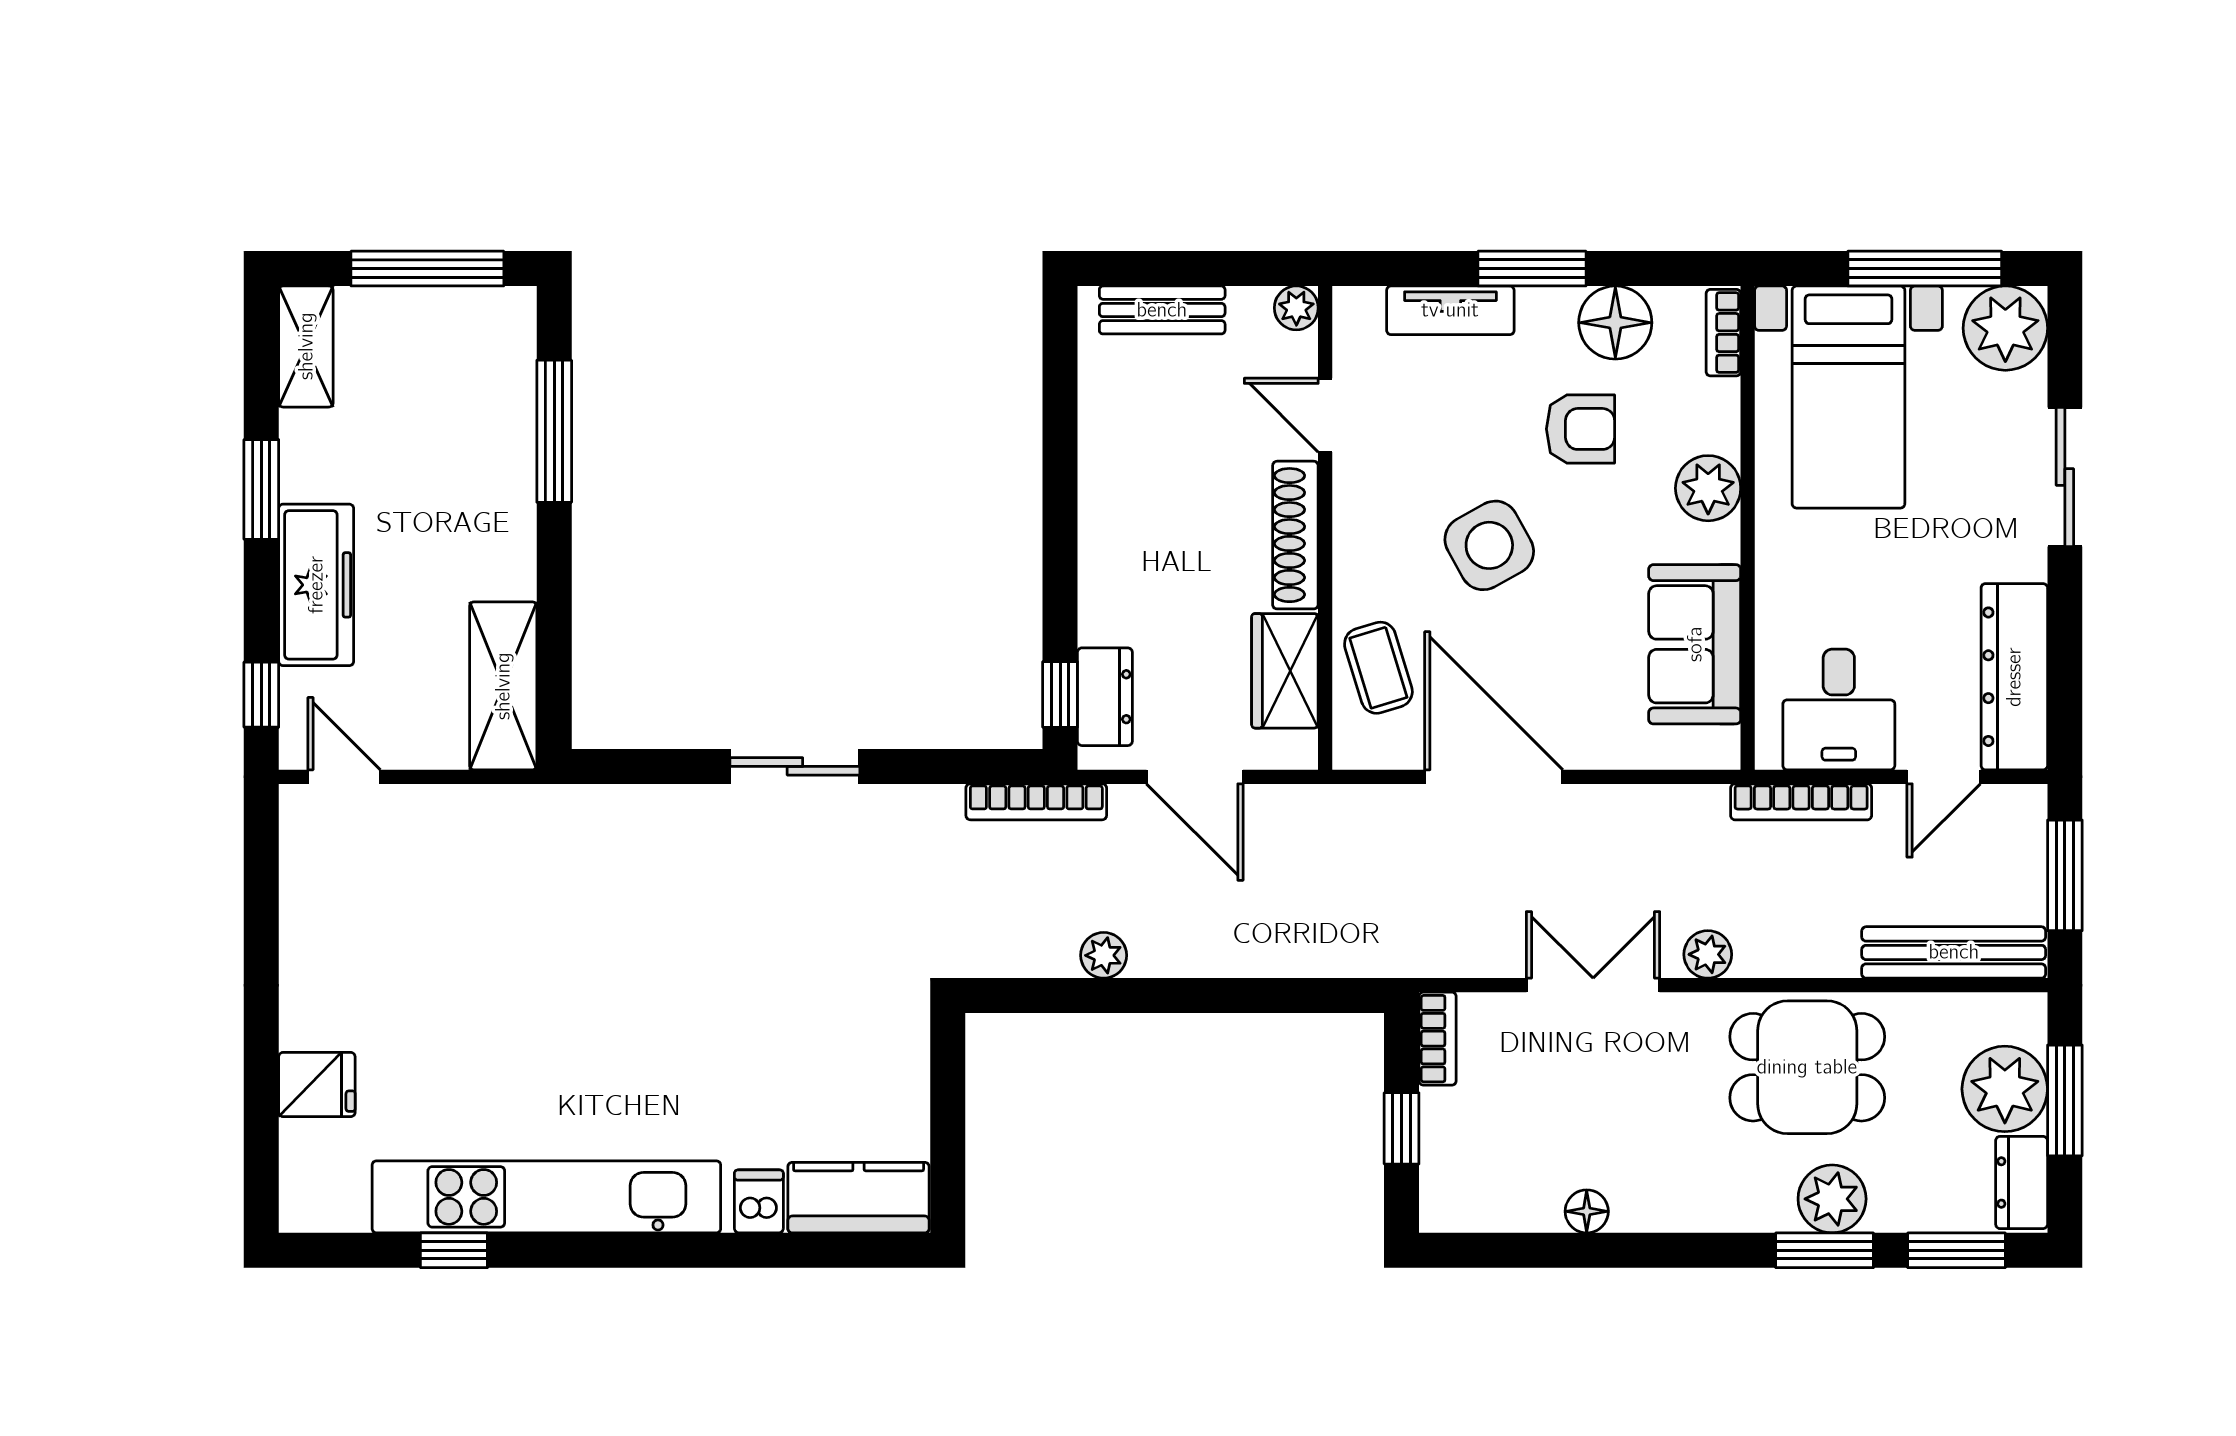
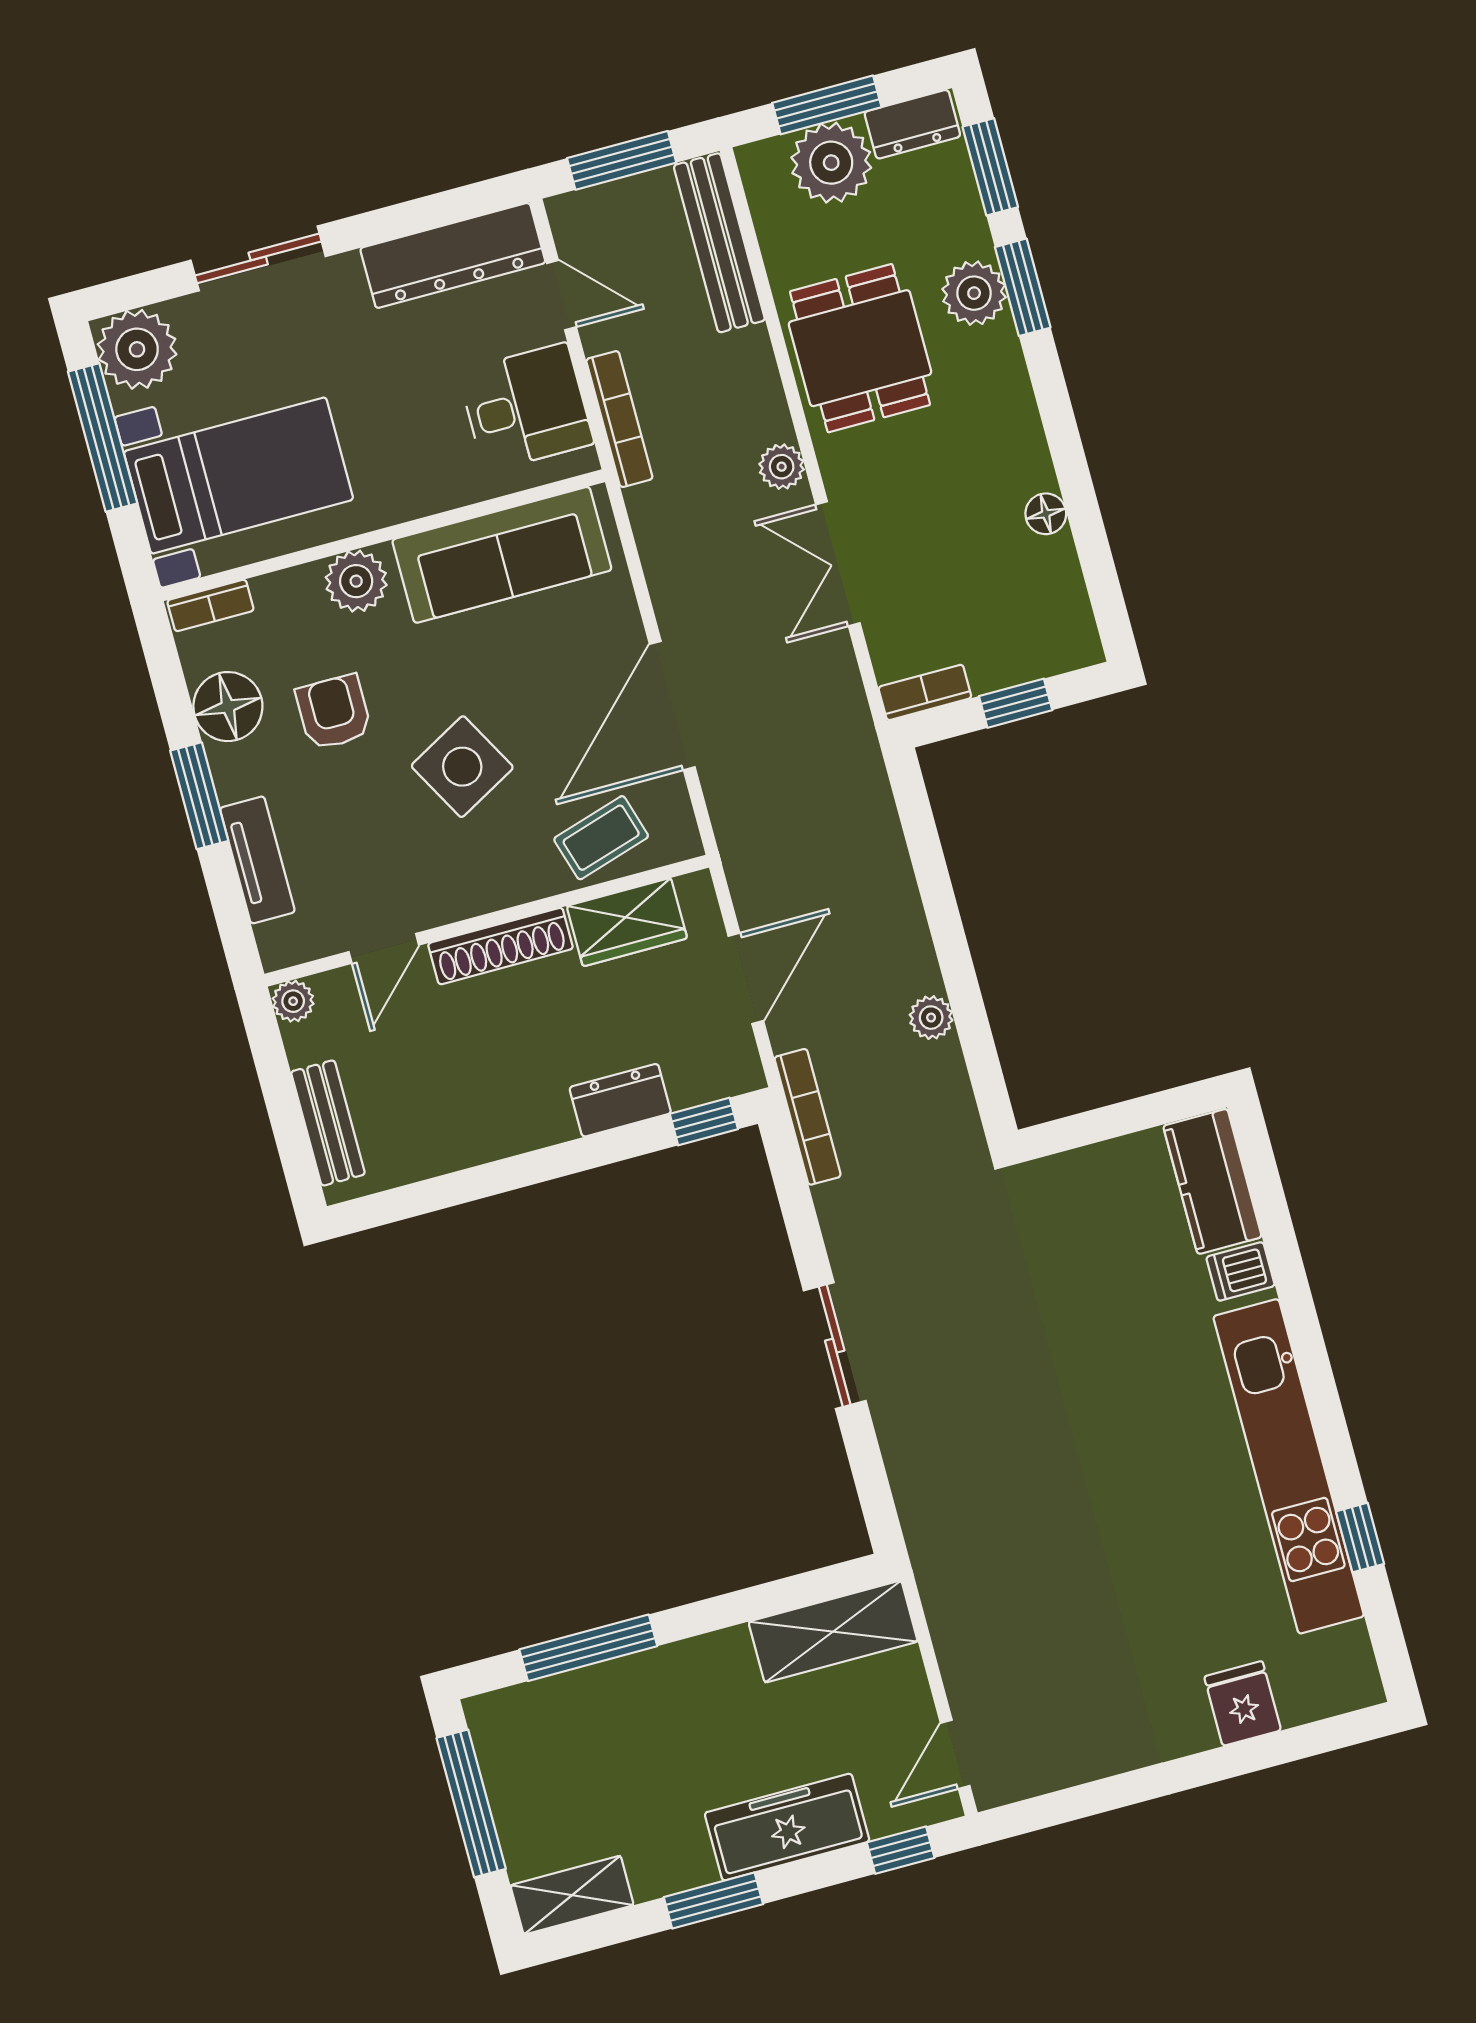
sofa: (1695, 644) -> (502, 555), width x1.36
dresser: (1105, 697) -> (620, 1100), moved

